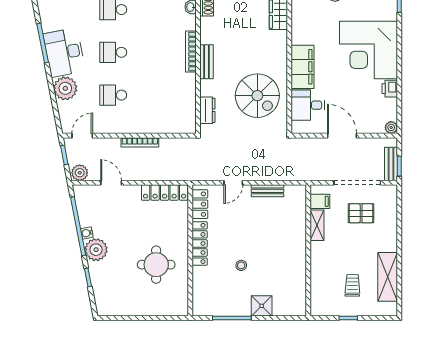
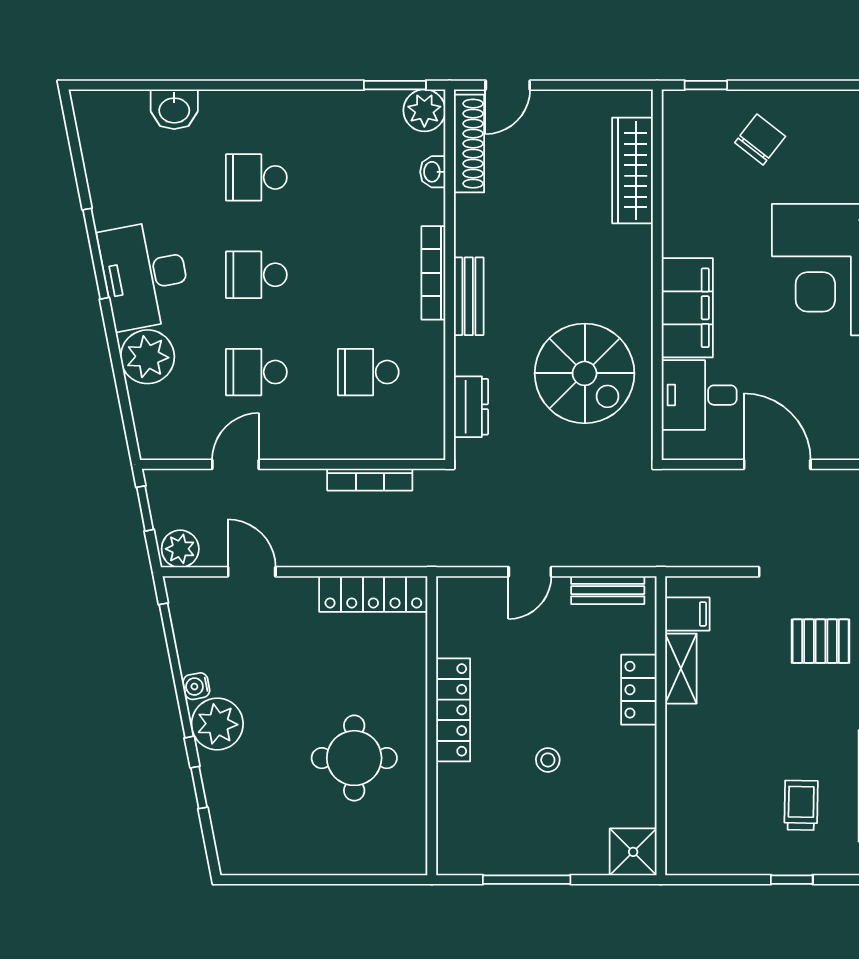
school desk: (162, 95) -> (368, 372), added
door: (82, 136) -> (236, 464), moved
bookcase: (140, 142) -> (370, 480), moved
filing cabinet: (320, 201) -> (687, 614), moved
locker: (200, 204) -> (639, 690), moved, turned 180
shelving: (317, 225) -> (681, 669), moved
wall: (308, 250) -> (661, 726), moved
shower: (262, 306) -> (633, 852), moved

